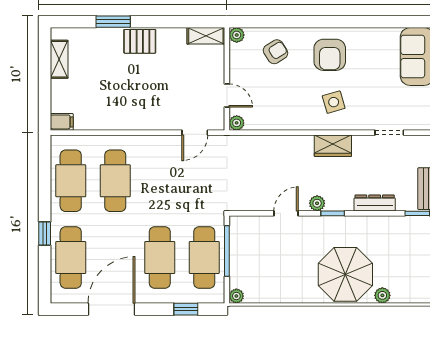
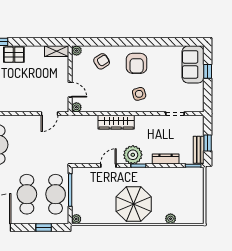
wardrobe: (333, 146) -> (116, 122), moved, width x1.50
plant: (317, 203) -> (133, 155), width x1.87, depth x1.87
parasol: (345, 274) -> (134, 204), moved

